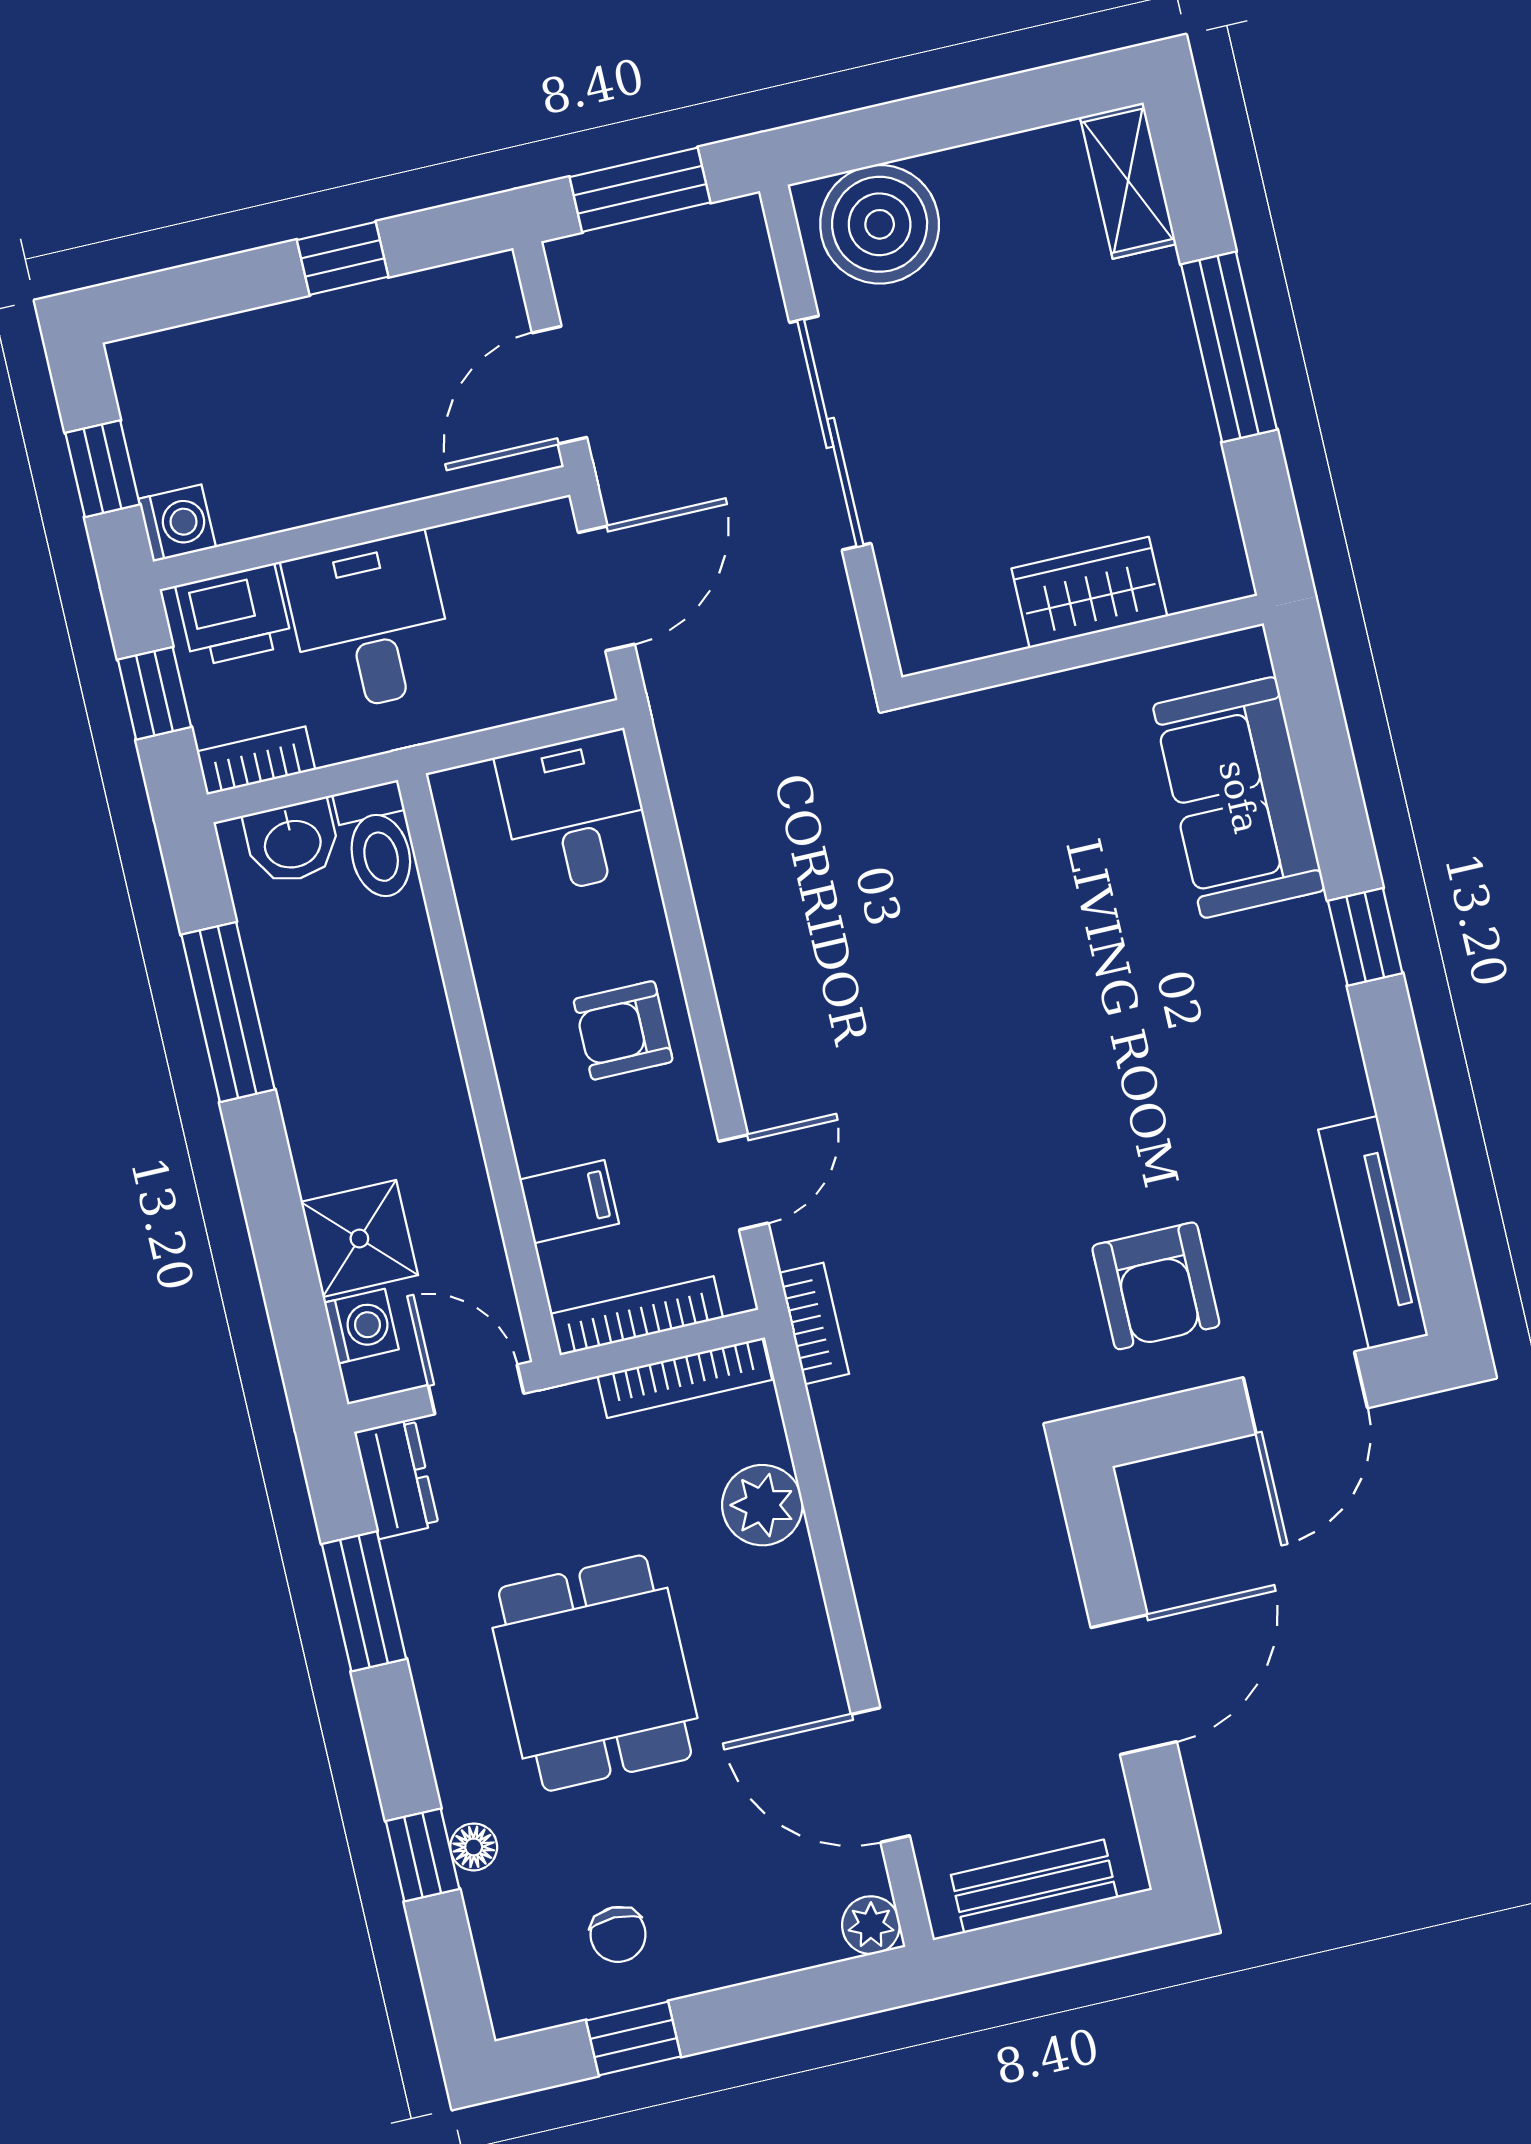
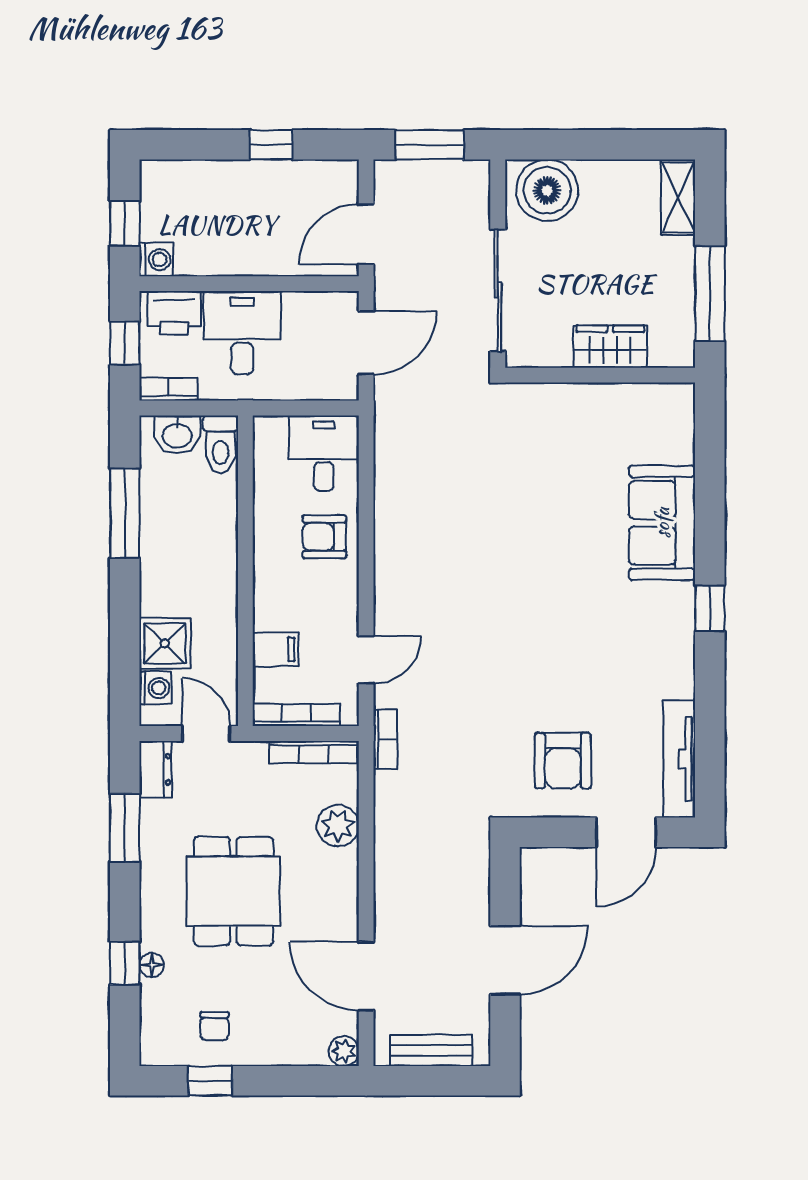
wardrobe: (1089, 592) -> (610, 346), moved
wall: (1083, 650) -> (600, 375), moved
armchair: (623, 1030) -> (324, 537), moved

